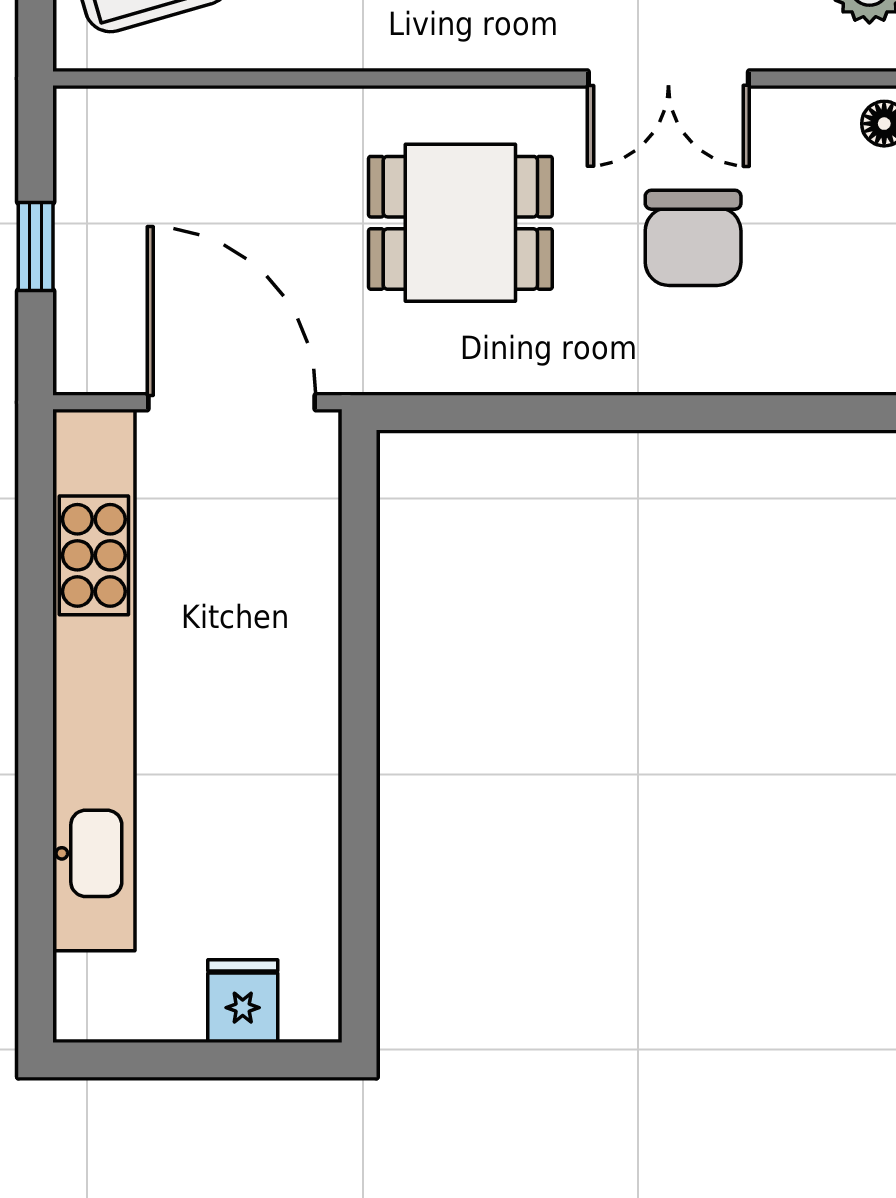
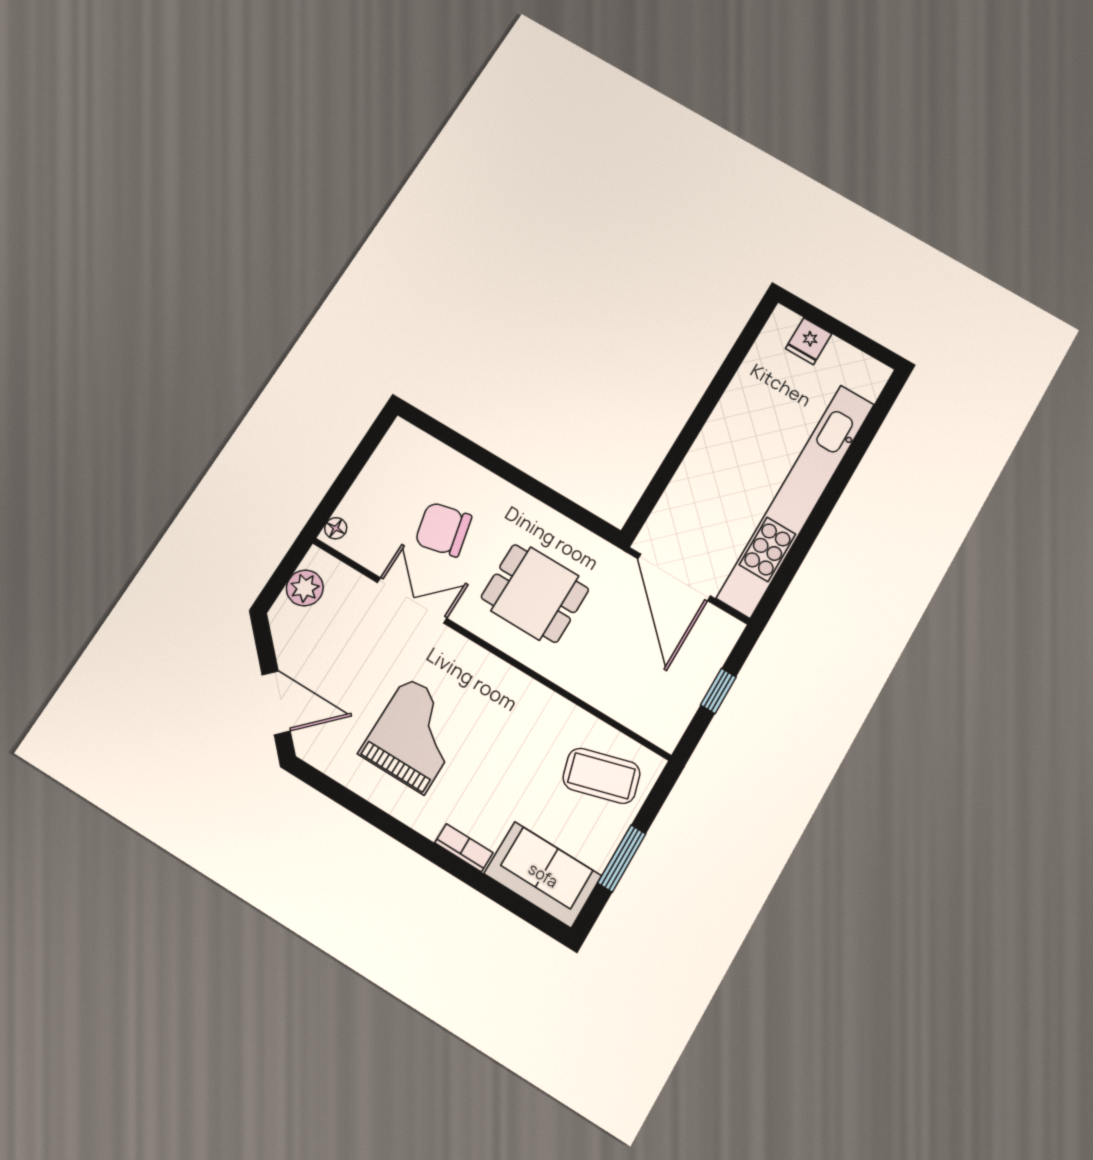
chair: (693, 238) -> (443, 529), turned -103

